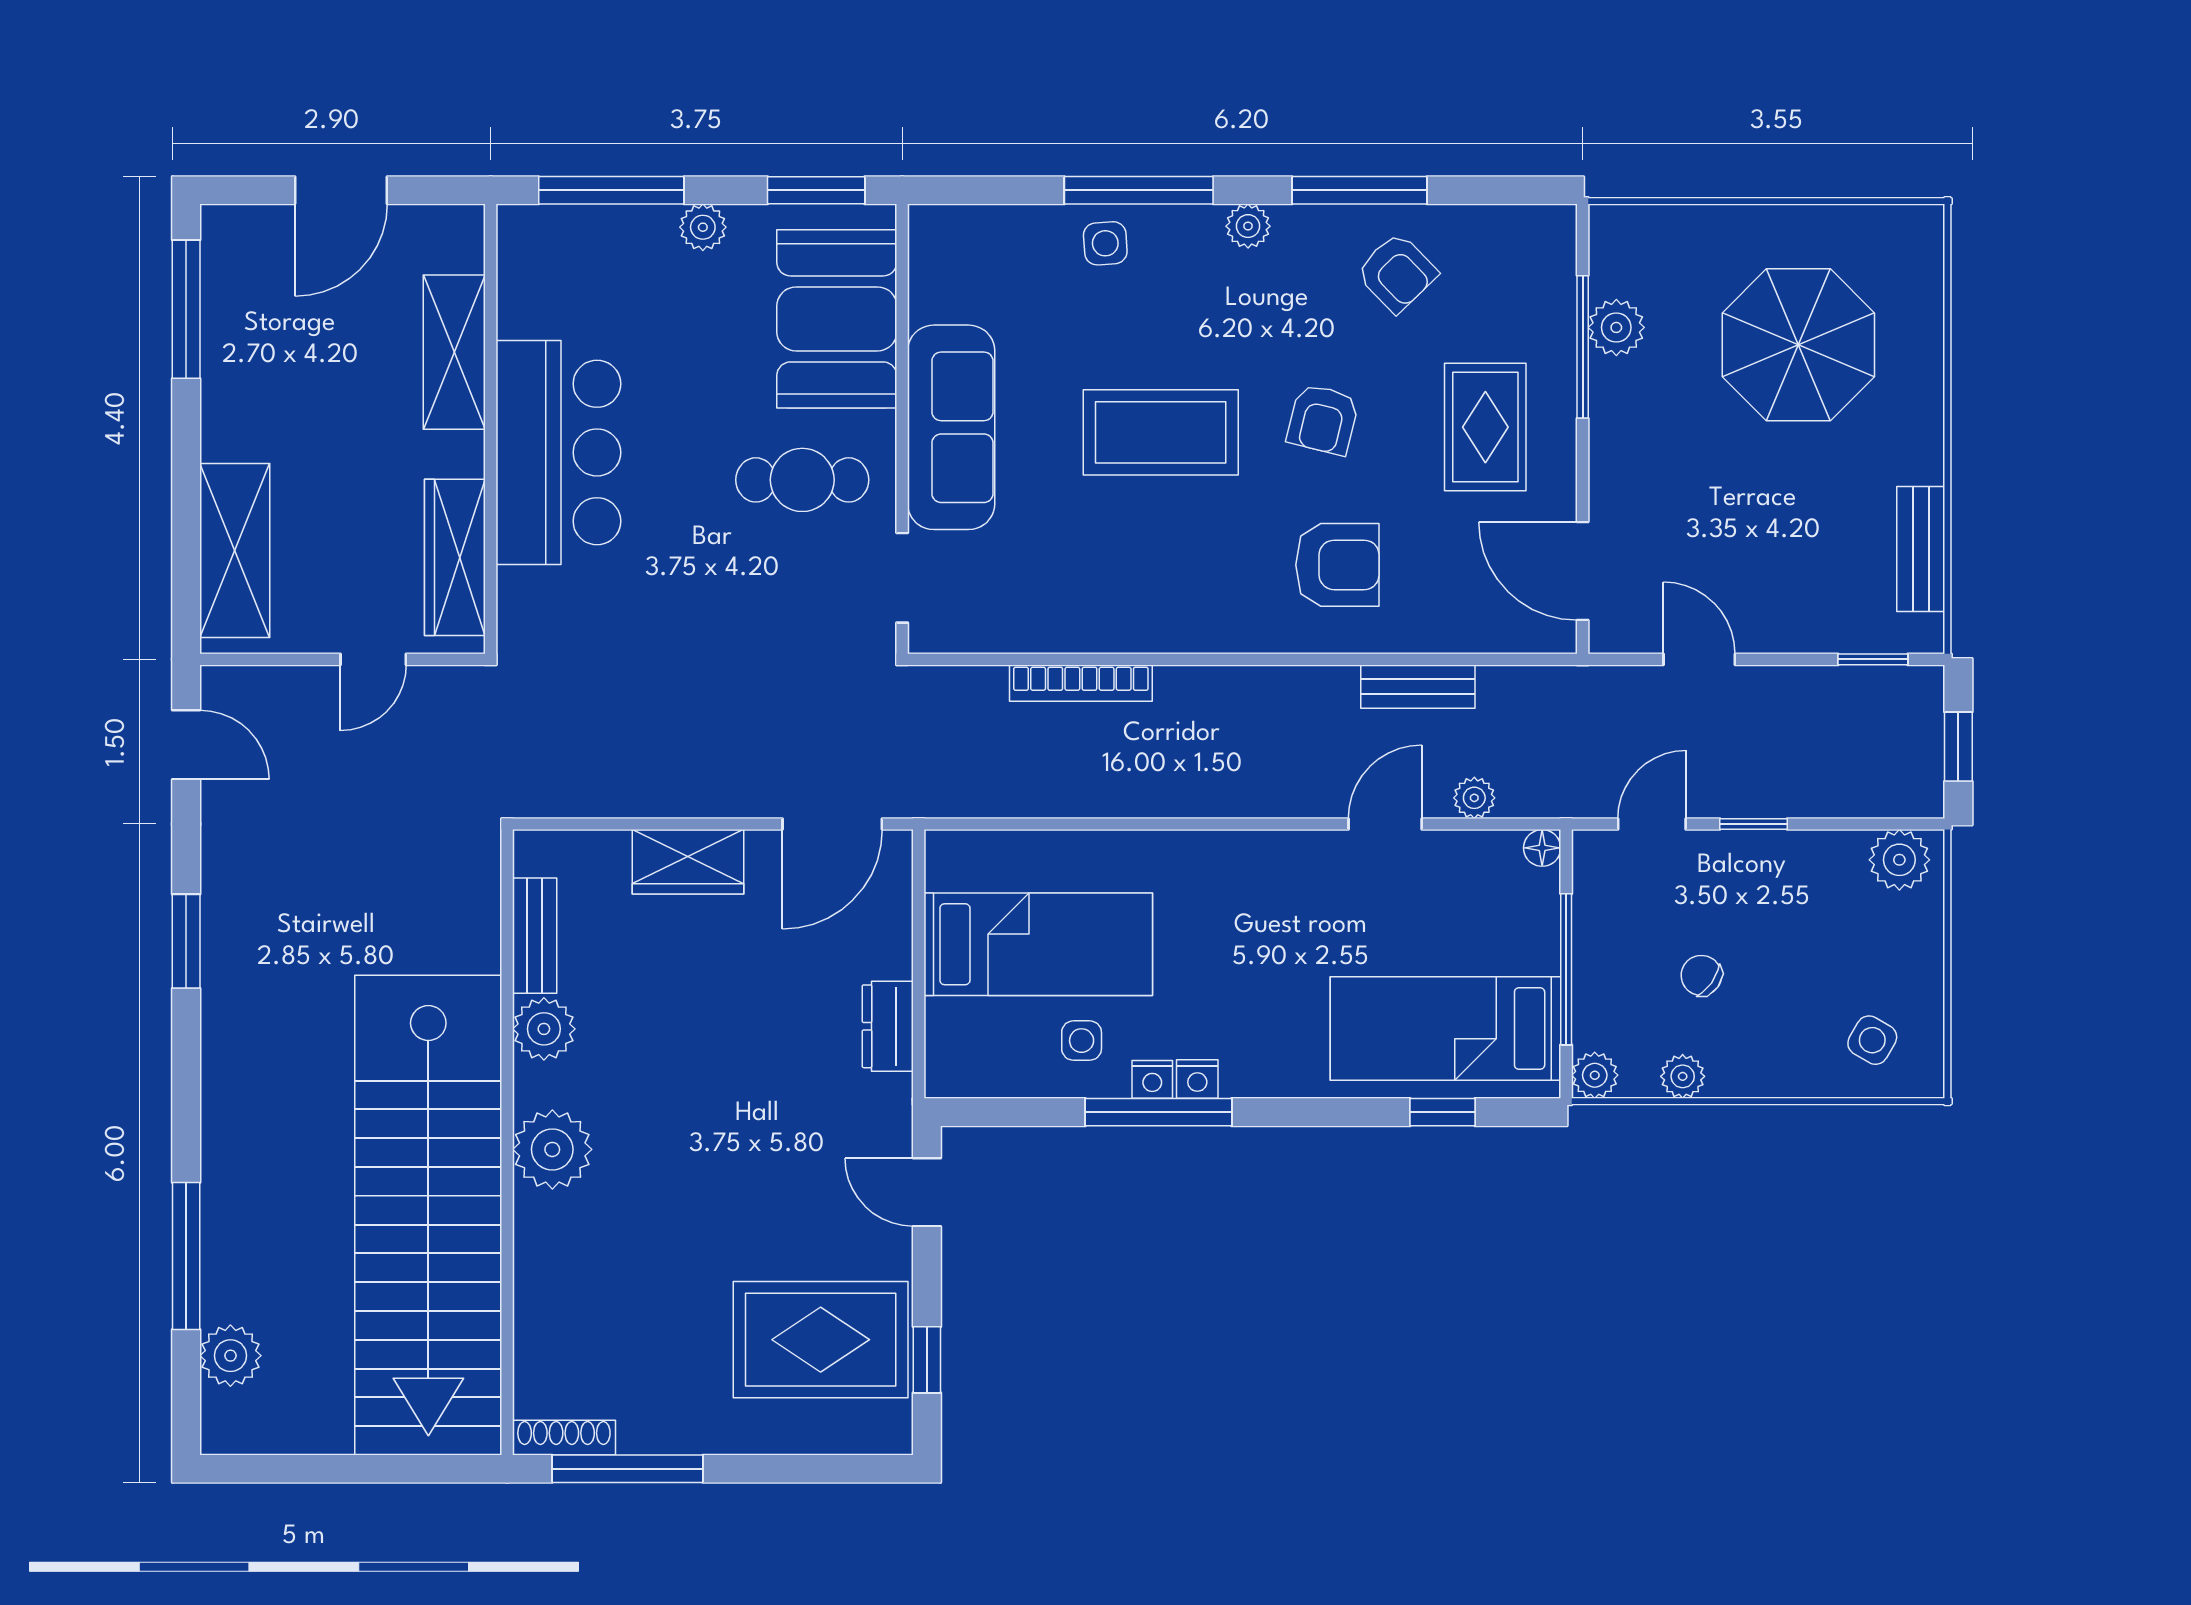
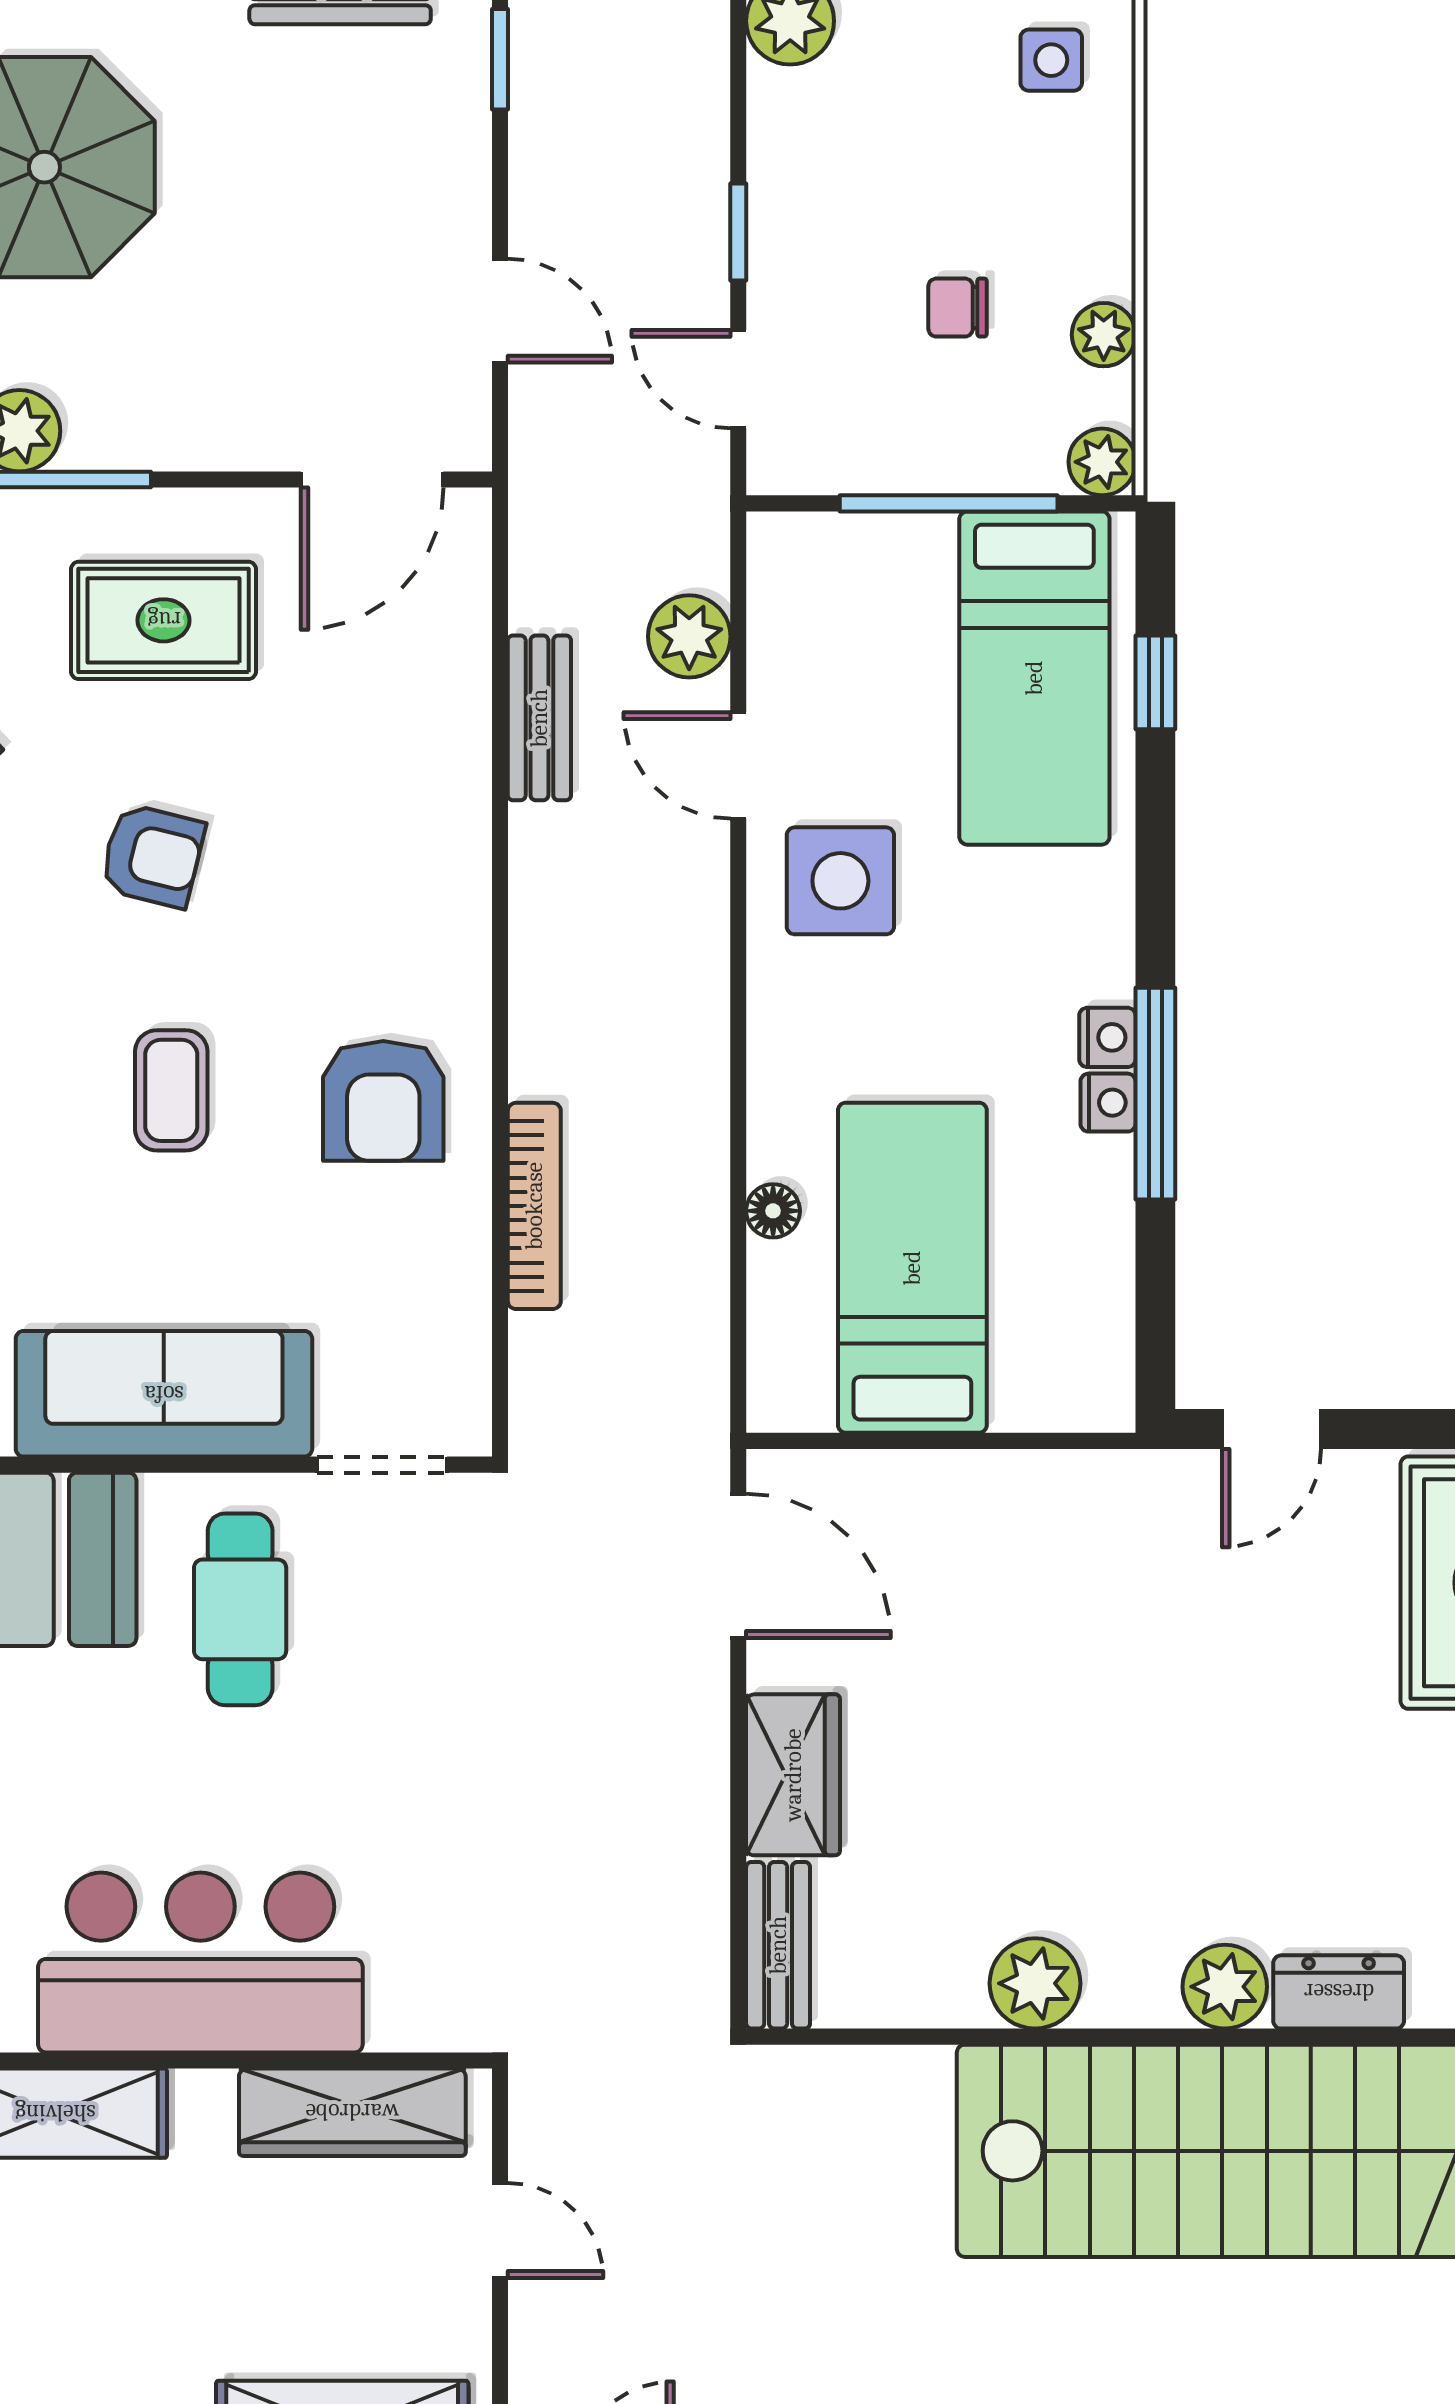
coffee table: (1161, 432) -> (171, 1090), width x0.54, depth x0.58
armchair: (1337, 565) -> (383, 1101), moved, turned 180
door: (1699, 659) -> (500, 311), swing flipped
plant: (1474, 798) -> (689, 636), width x1.38, depth x1.38
floor lamp: (1542, 848) -> (773, 1211), moved
bench: (535, 936) -> (778, 1945), moved, turned 90
chair: (1701, 975) -> (958, 308), turned 55
dresser: (888, 1026) -> (1339, 1992), moved, turned 180
side table: (1872, 1040) -> (1051, 60), turned -30
side table: (1082, 1041) -> (840, 881), moved, width x1.87, depth x1.87
plant: (552, 1149) -> (1225, 1987), width x0.73, depth x0.73

